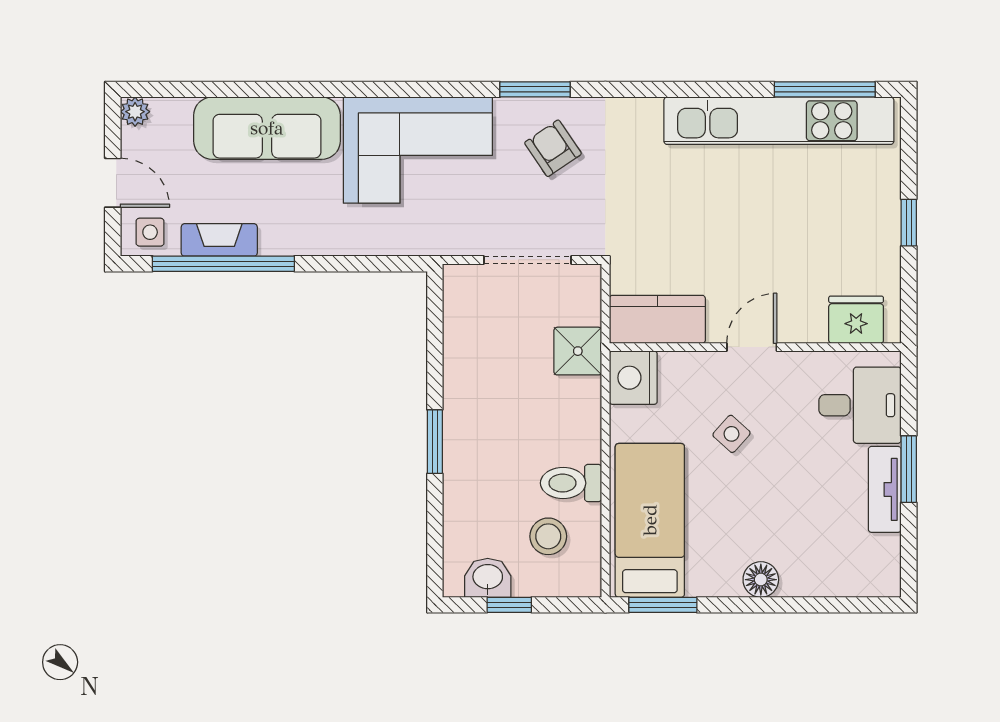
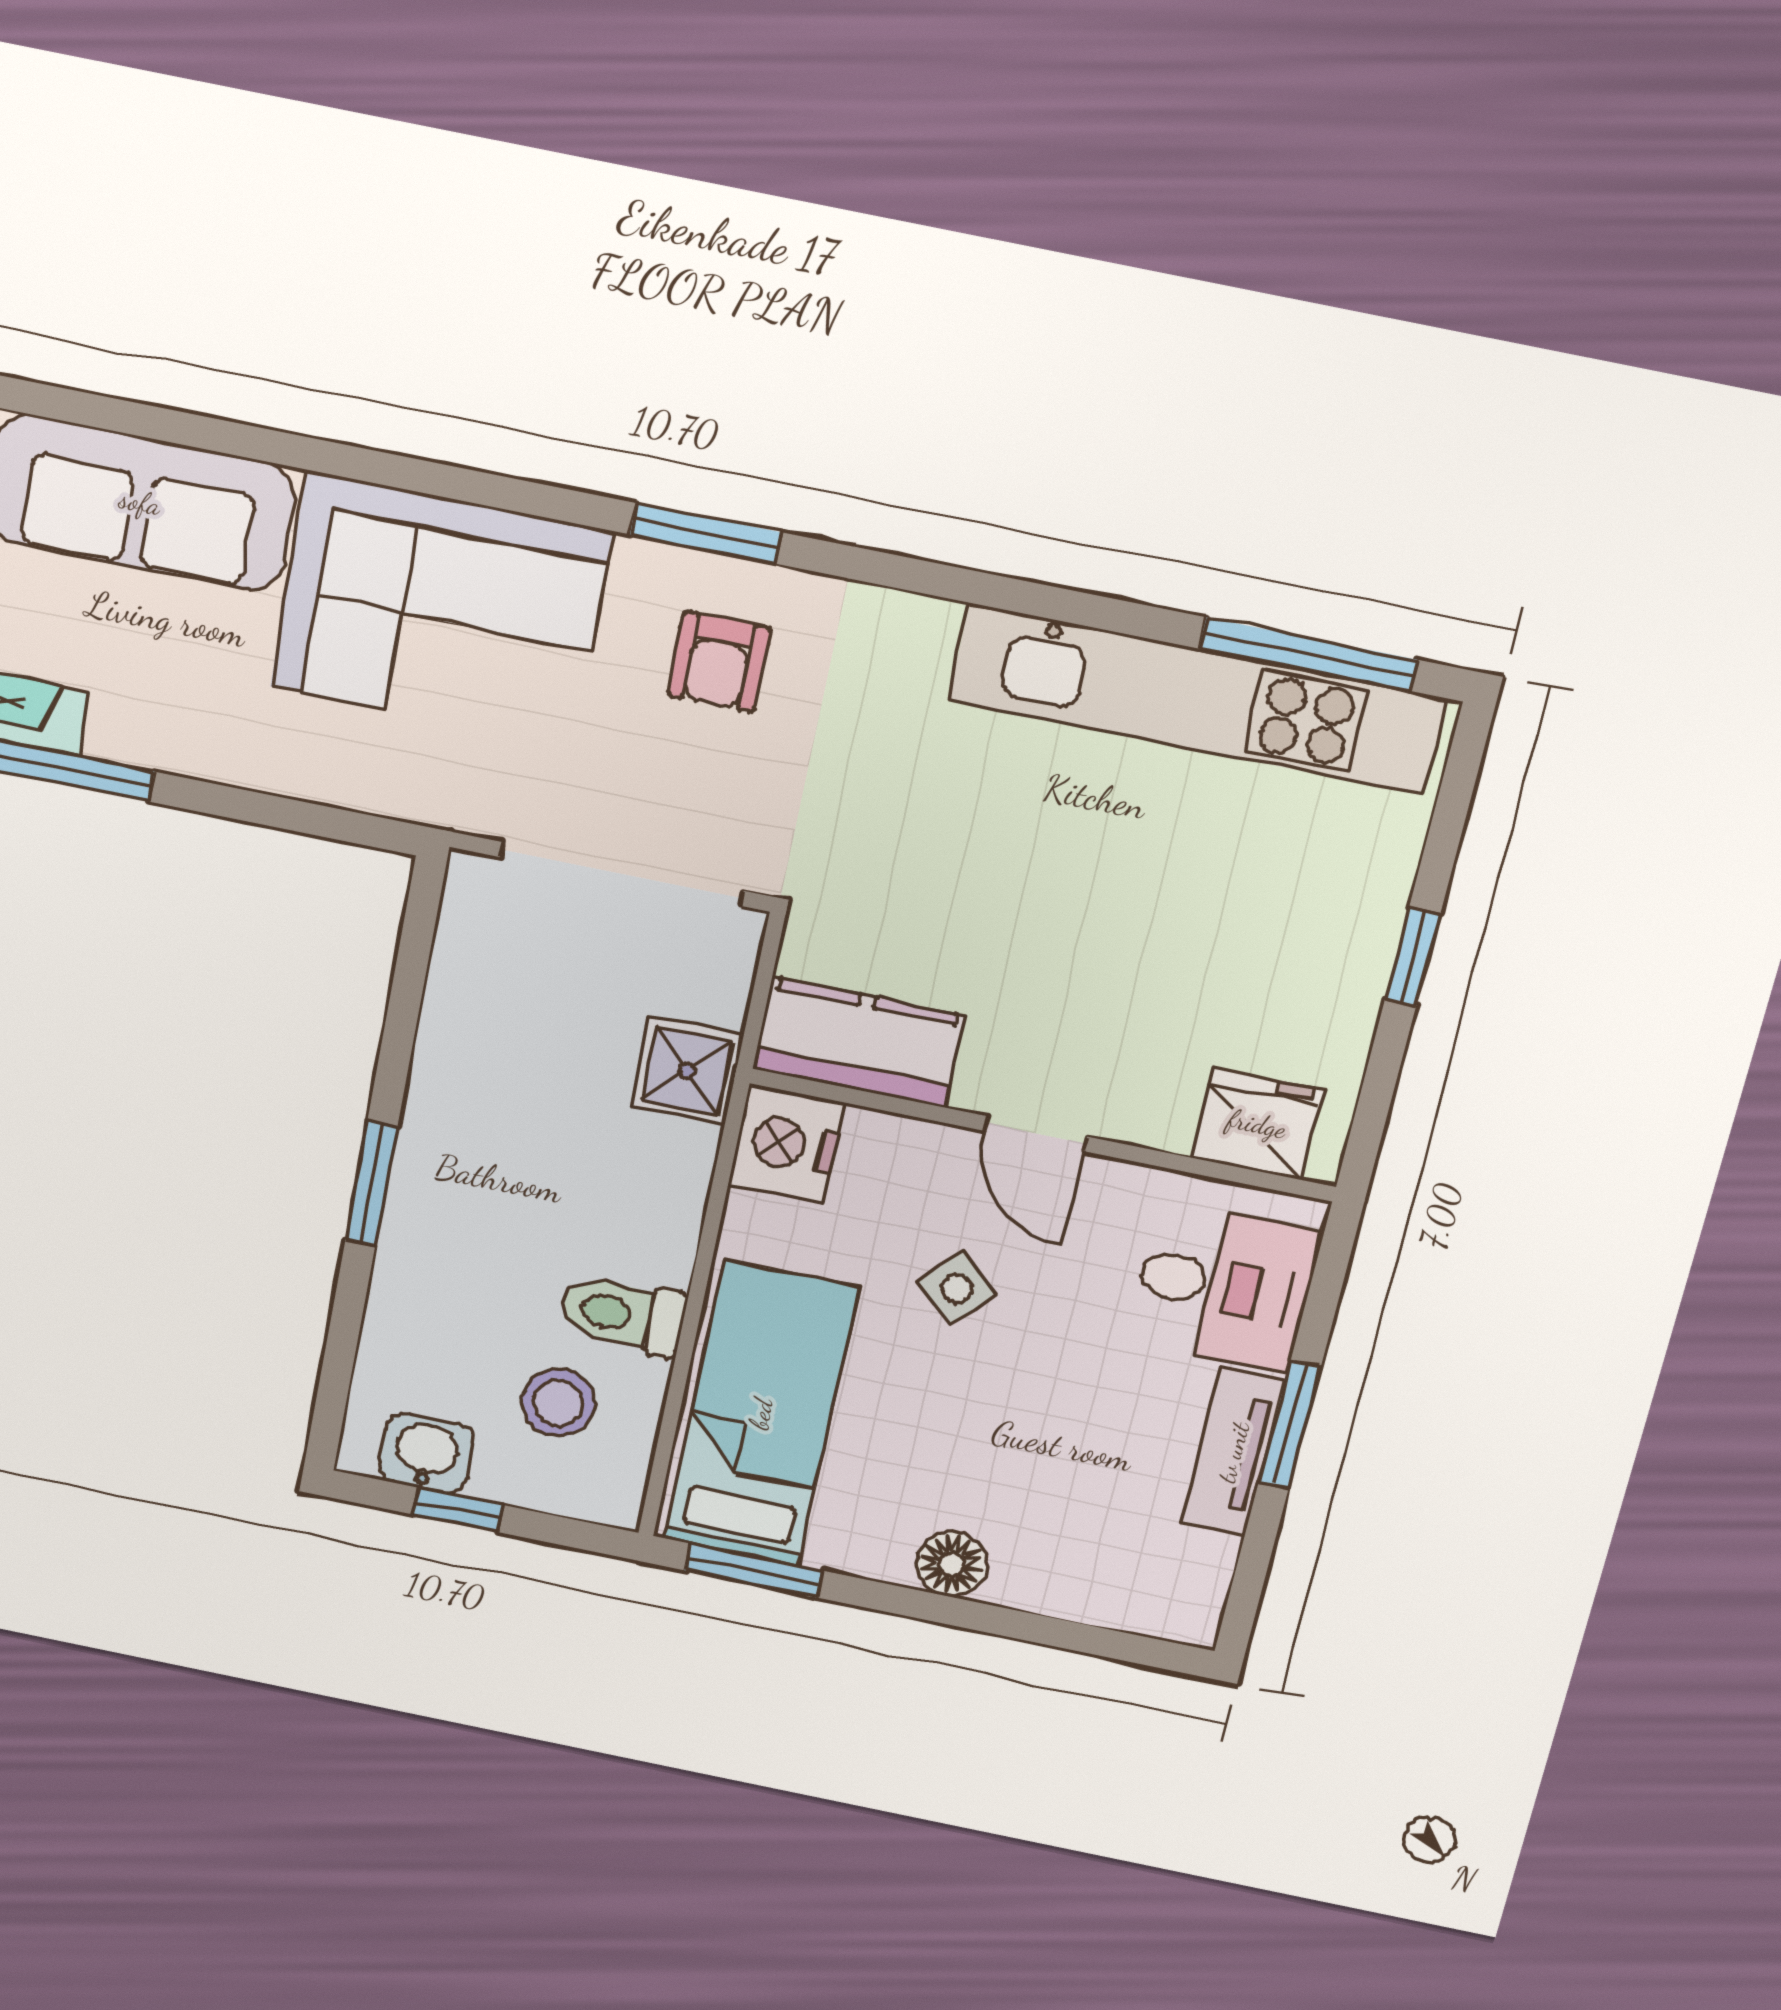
armchair: (553, 148) -> (719, 661), turned -146
doorway: (527, 260) -> (622, 874), width x1.36
door: (752, 347) -> (1035, 1134), swing flipped

